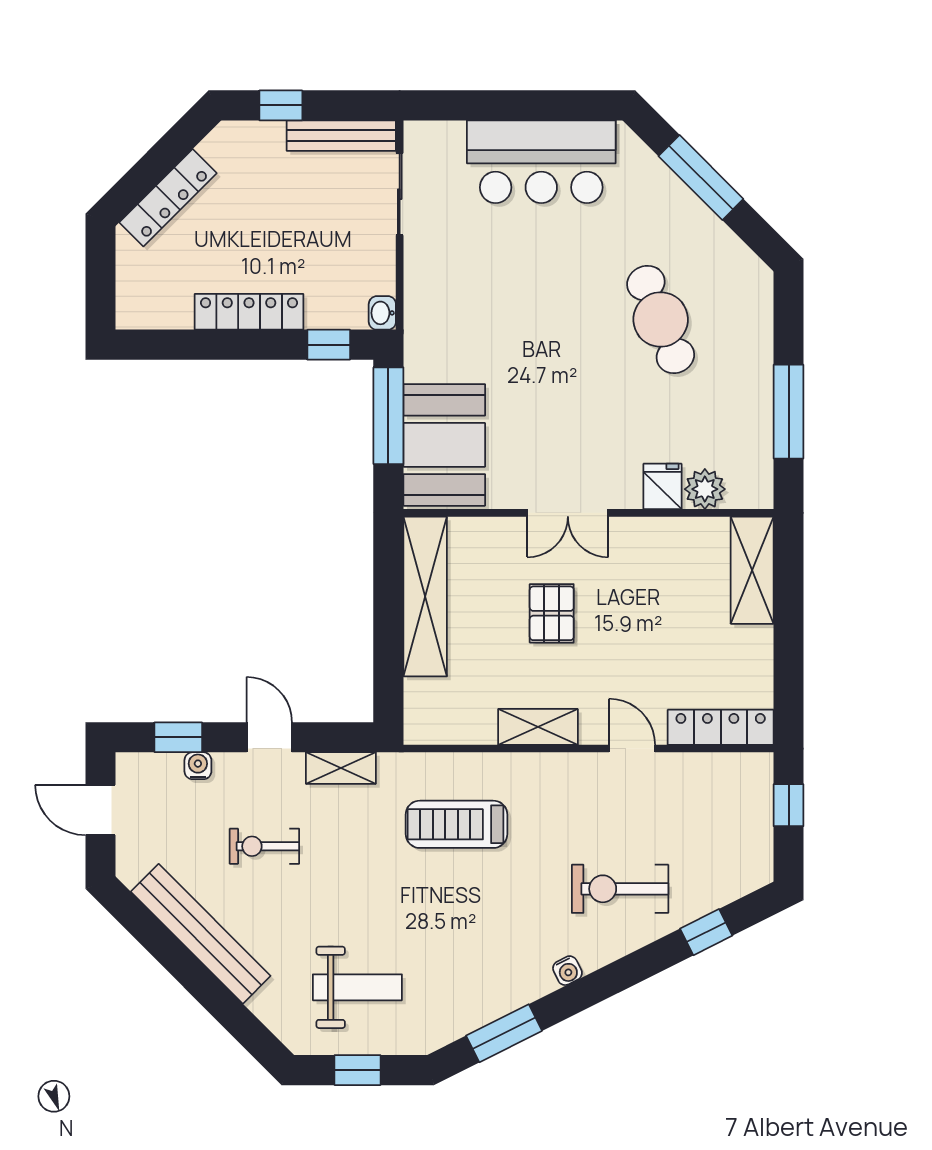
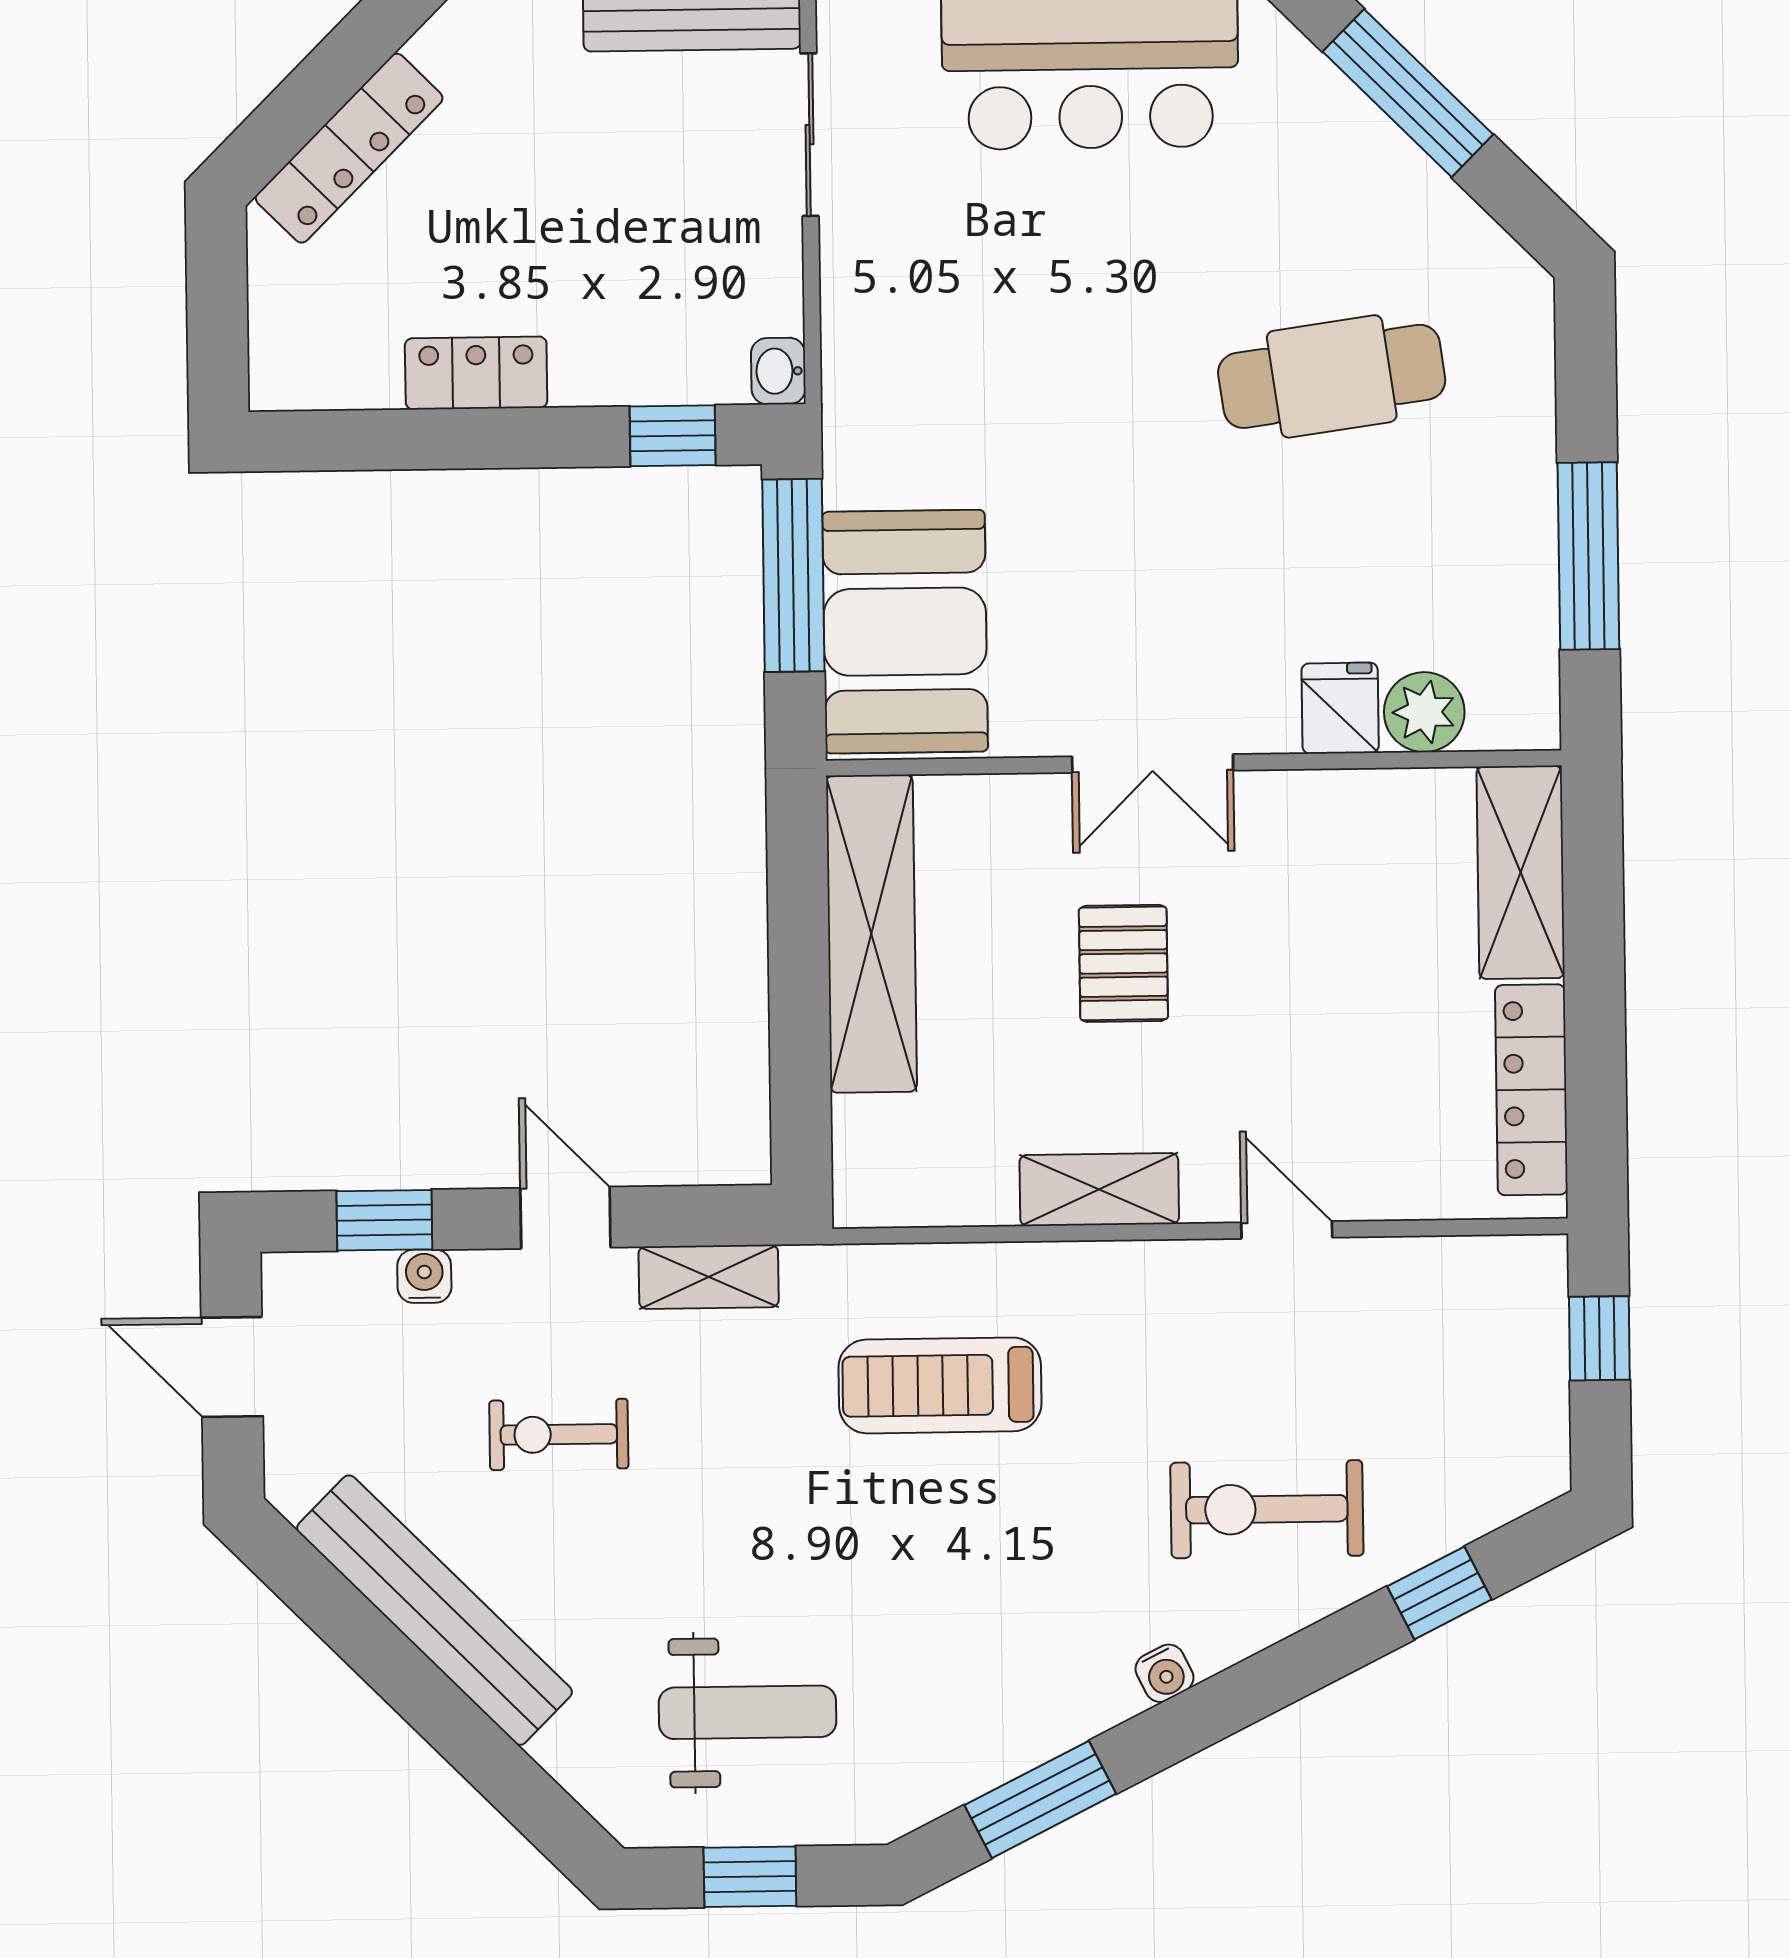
locker: (249, 312) -> (476, 373), width x0.66
cafe table: (661, 319) -> (1332, 376), turned -76
locker: (721, 727) -> (1531, 1090), moved, turned -90

